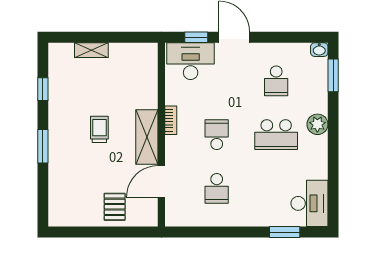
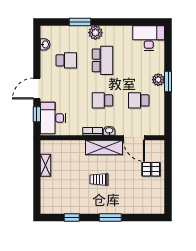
shelving: (91, 50) -> (45, 165), moved
washbasin: (319, 50) -> (45, 44), moved
window: (333, 75) -> (80, 22), moved
washbasin: (172, 145) -> (109, 131), added
school desk: (217, 188) -> (139, 100), turned 180
plant: (247, 218) -> (158, 80), added
window: (285, 232) -> (168, 82), moved

